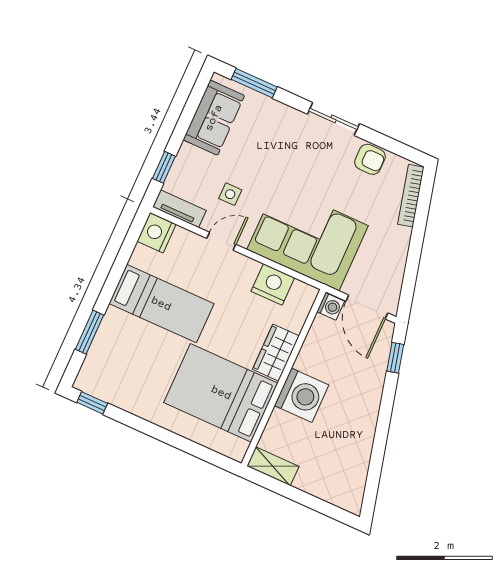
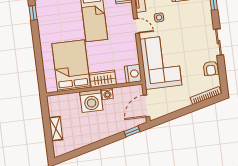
nightstand: (273, 284) -> (133, 74), moved
washing machine: (331, 306) -> (107, 94), moved
shelving: (273, 466) -> (56, 129), moved

